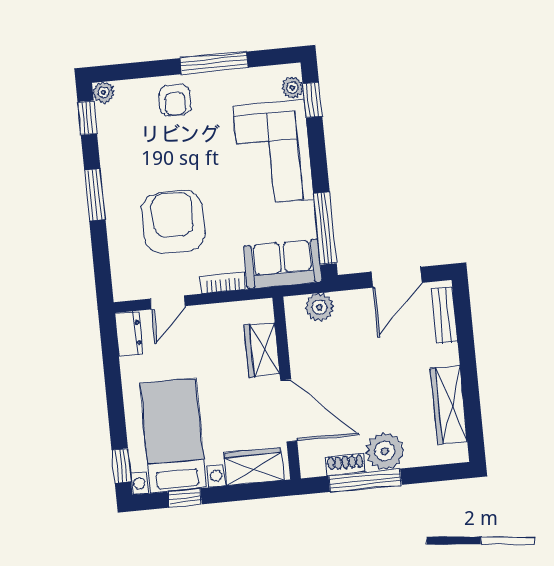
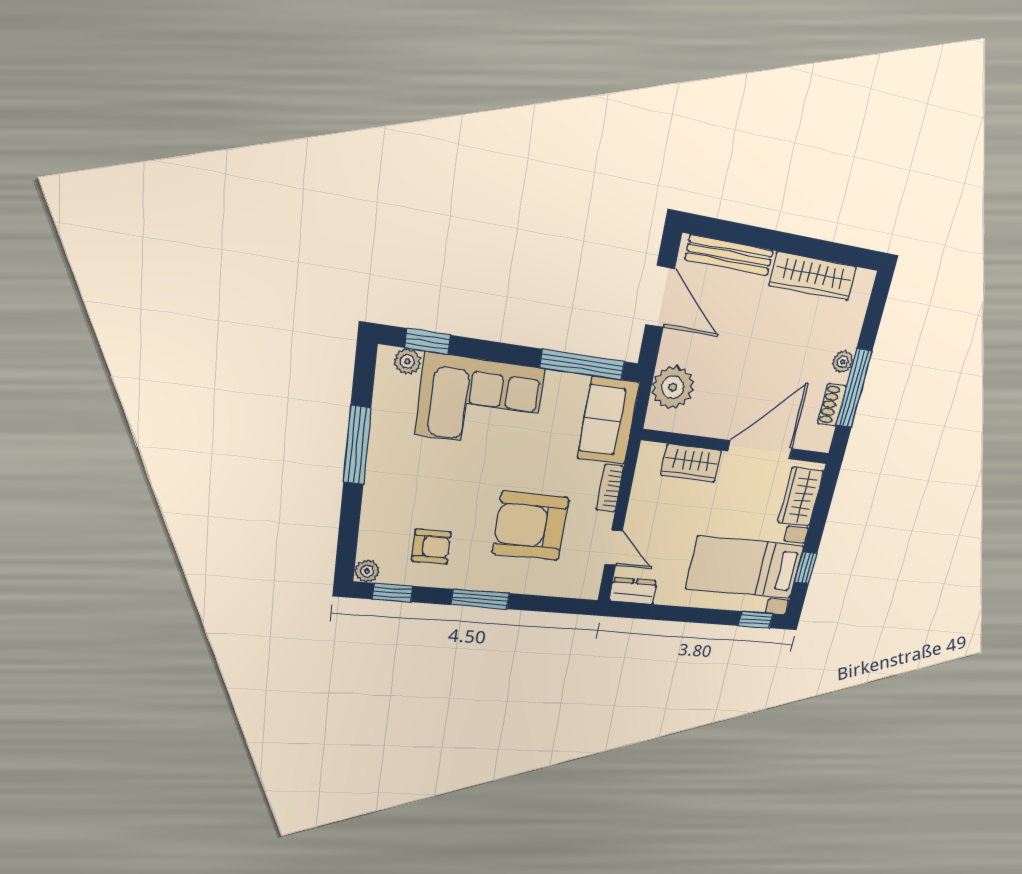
armchair: (175, 100) -> (431, 547), moved
plant: (320, 307) -> (673, 387), width x1.36, depth x1.36
bench: (444, 315) -> (729, 255), width x1.36
plant: (385, 451) -> (843, 362), width x0.53, depth x0.53

